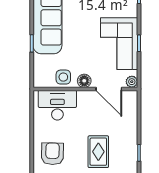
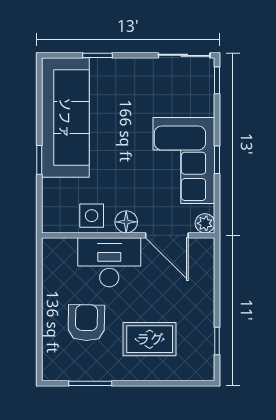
desk: (57, 105) -> (109, 262), moved
rug: (98, 152) -> (150, 339), turned 90
armchair: (52, 154) -> (86, 323), moved

